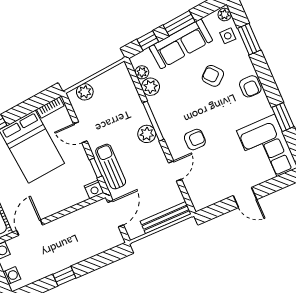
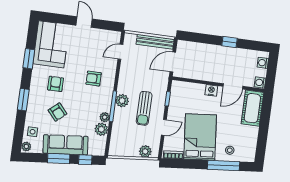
window: (249, 39) -> (23, 100), moved
plant: (142, 72) -> (105, 117), moved
armchair: (250, 86) -> (56, 84), moved
door: (80, 132) -> (164, 127), hinge flipped
sun lounger: (111, 167) -> (144, 108), moved
door: (175, 171) -> (120, 52), moved
nightstand: (94, 189) -> (211, 90), moved
bench: (166, 218) -> (155, 42), moved

